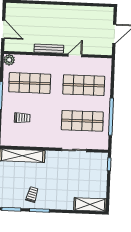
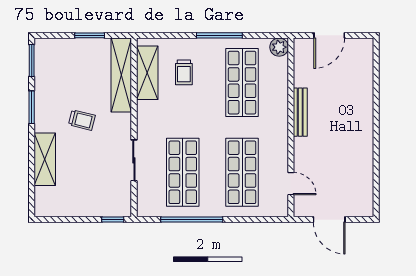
door: (75, 55) -> (291, 184), moved
shelving: (21, 140) -> (147, 73), added
trolley: (32, 194) -> (82, 120), moved
shelving: (90, 204) -> (45, 159), moved

